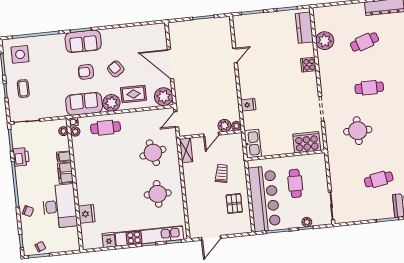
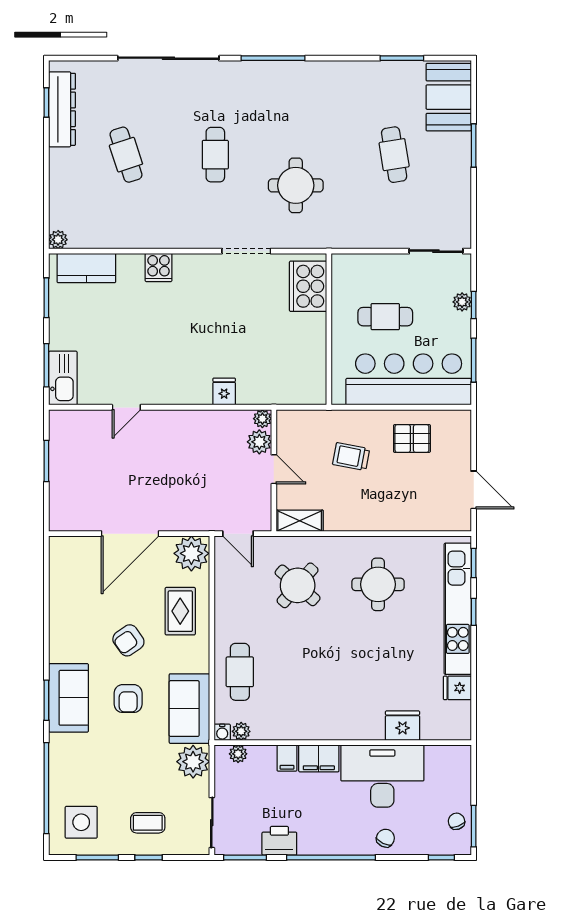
plant: (325, 41) -> (58, 240), moved, width x0.53, depth x0.53
door: (235, 56) -> (126, 407), swing flipped
plant: (111, 103) -> (193, 762), moved
kitchen sink: (253, 144) -> (63, 378), moved, turned 90
round table: (153, 153) -> (298, 585), turned -36

